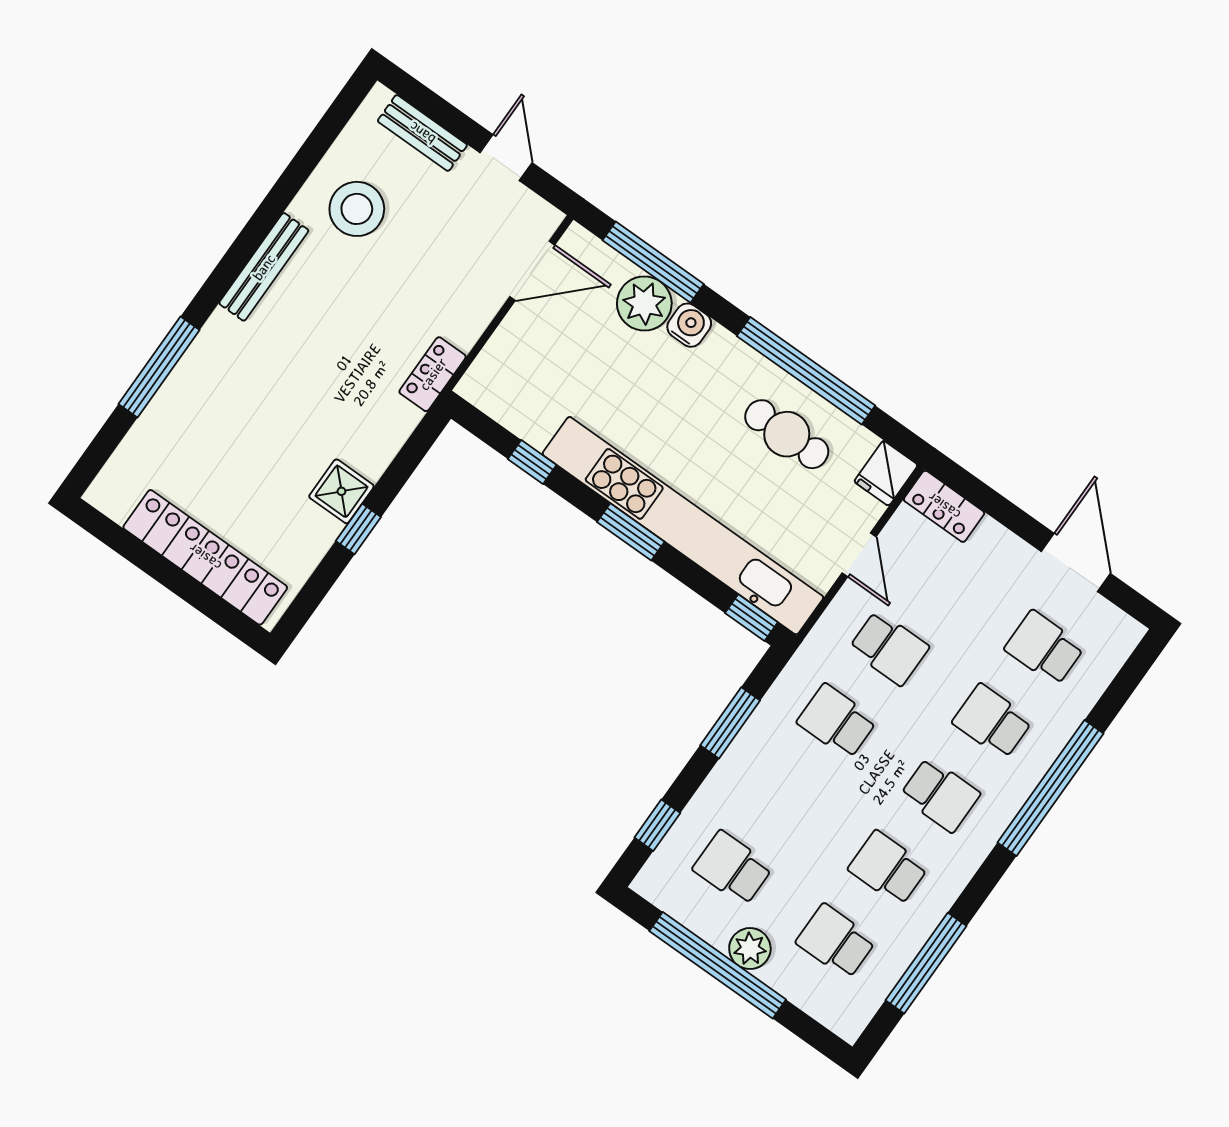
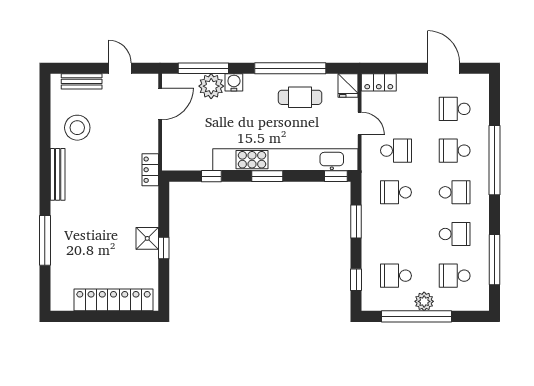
school desk: (888, 868) -> (455, 234), turned 180

